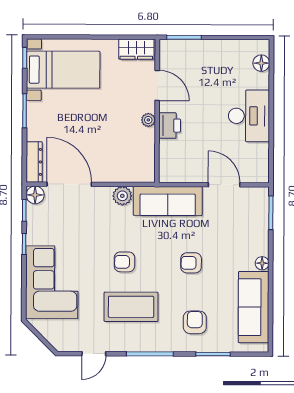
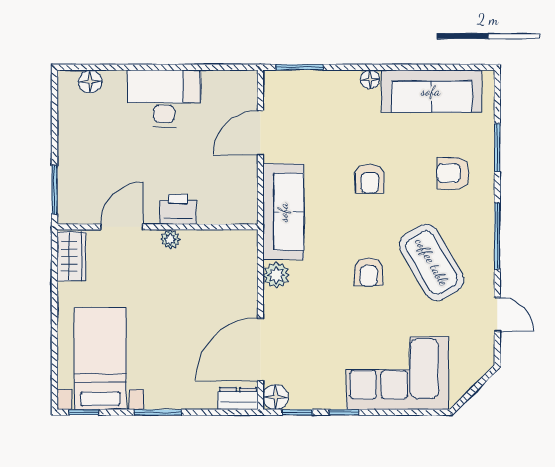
dresser: (34, 162) -> (238, 399), width x0.70
coffee table: (131, 307) -> (432, 262), turned -30

